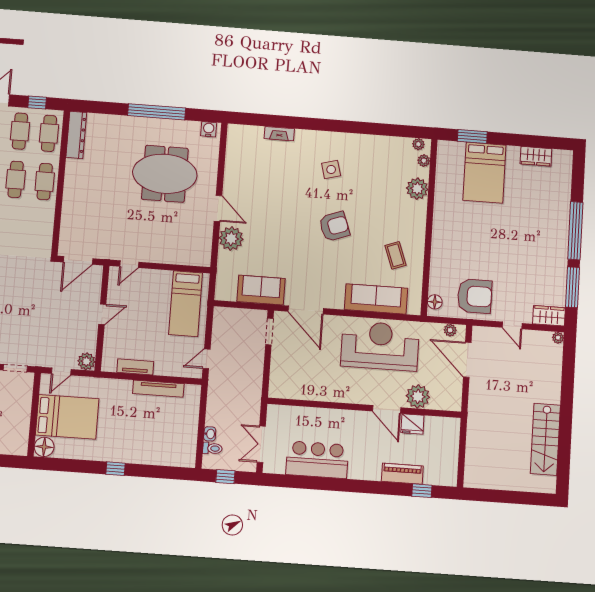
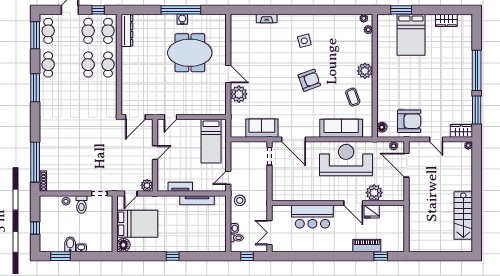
water cooler: (209, 129) -> (182, 19), moved
plant: (417, 189) -> (365, 71), moved
stool: (221, 393) -> (240, 200), added
bar counter: (317, 460) -> (312, 217), moved, turned 180

